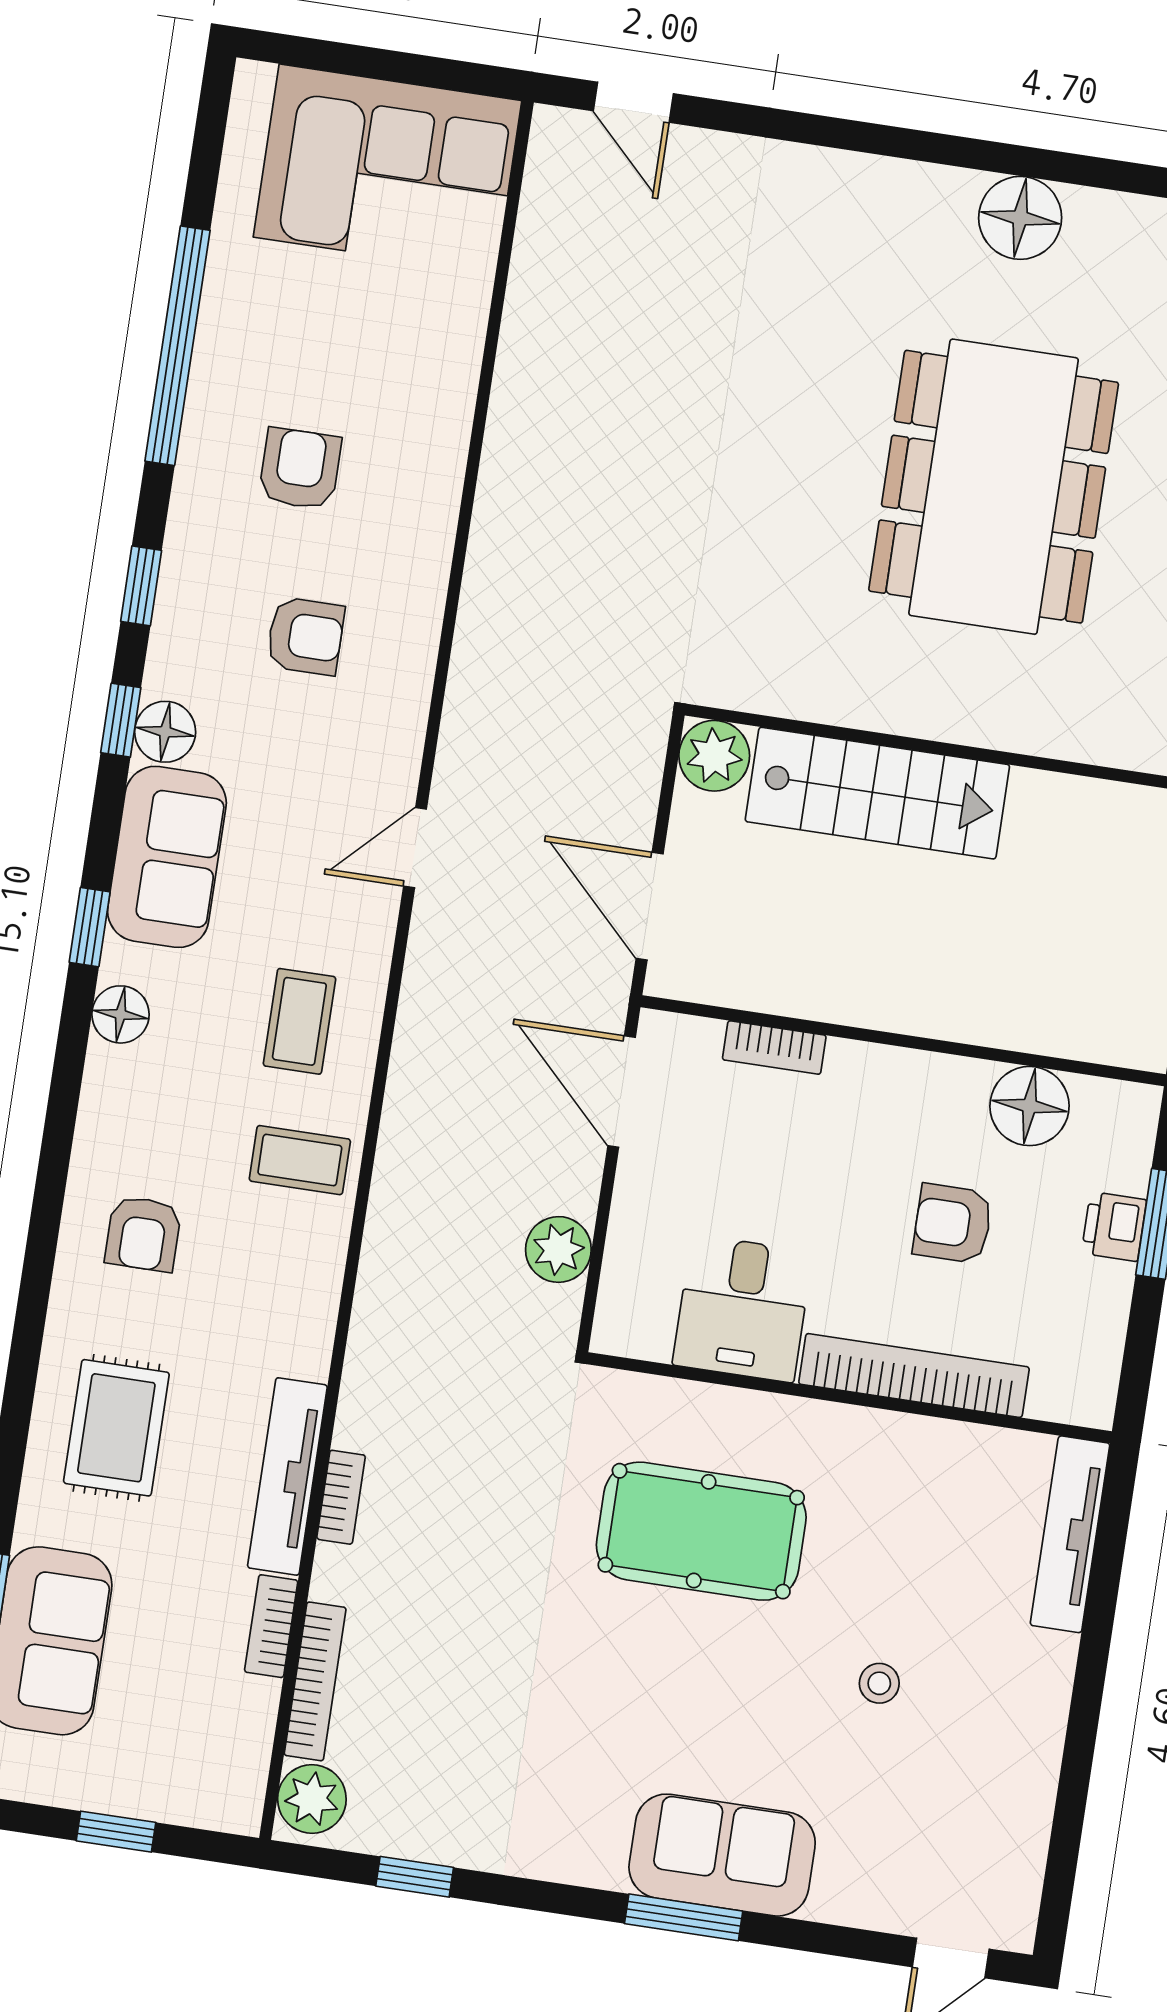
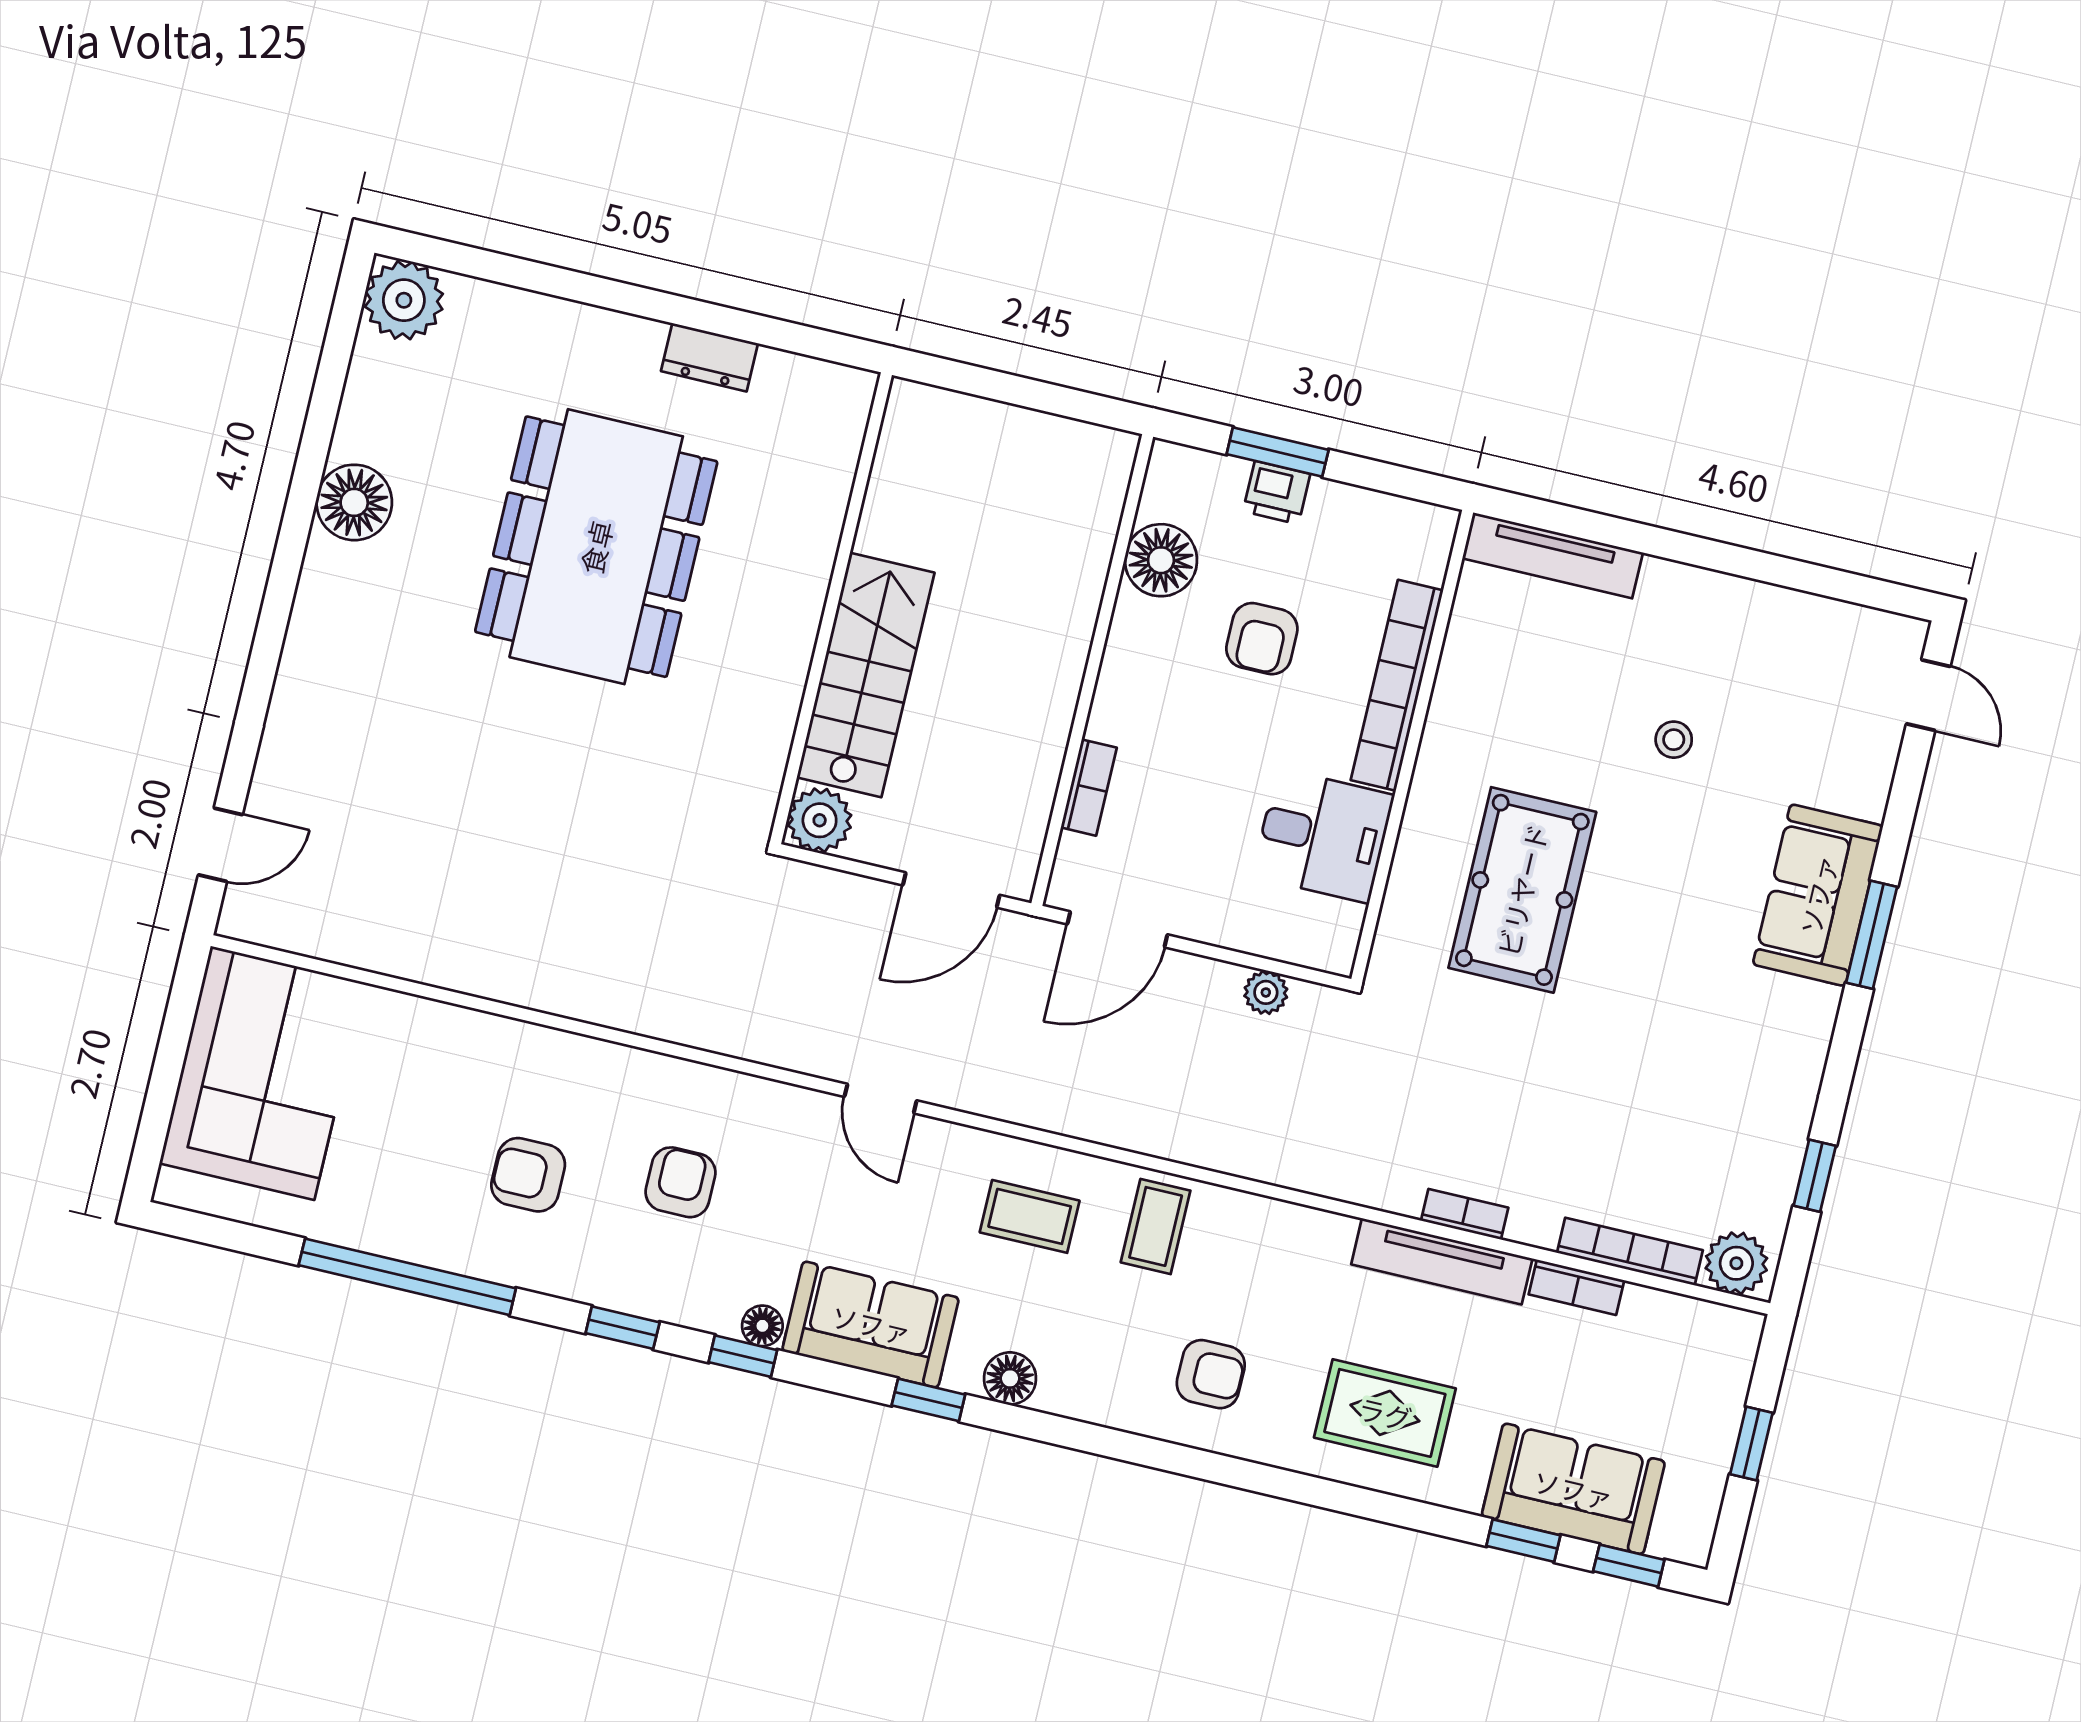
dining table: (994, 487) -> (596, 547), turned 90
floor lamp: (165, 732) -> (762, 1326), width x0.73, depth x0.73
plant: (558, 1249) -> (1266, 992), width x0.73, depth x0.73

